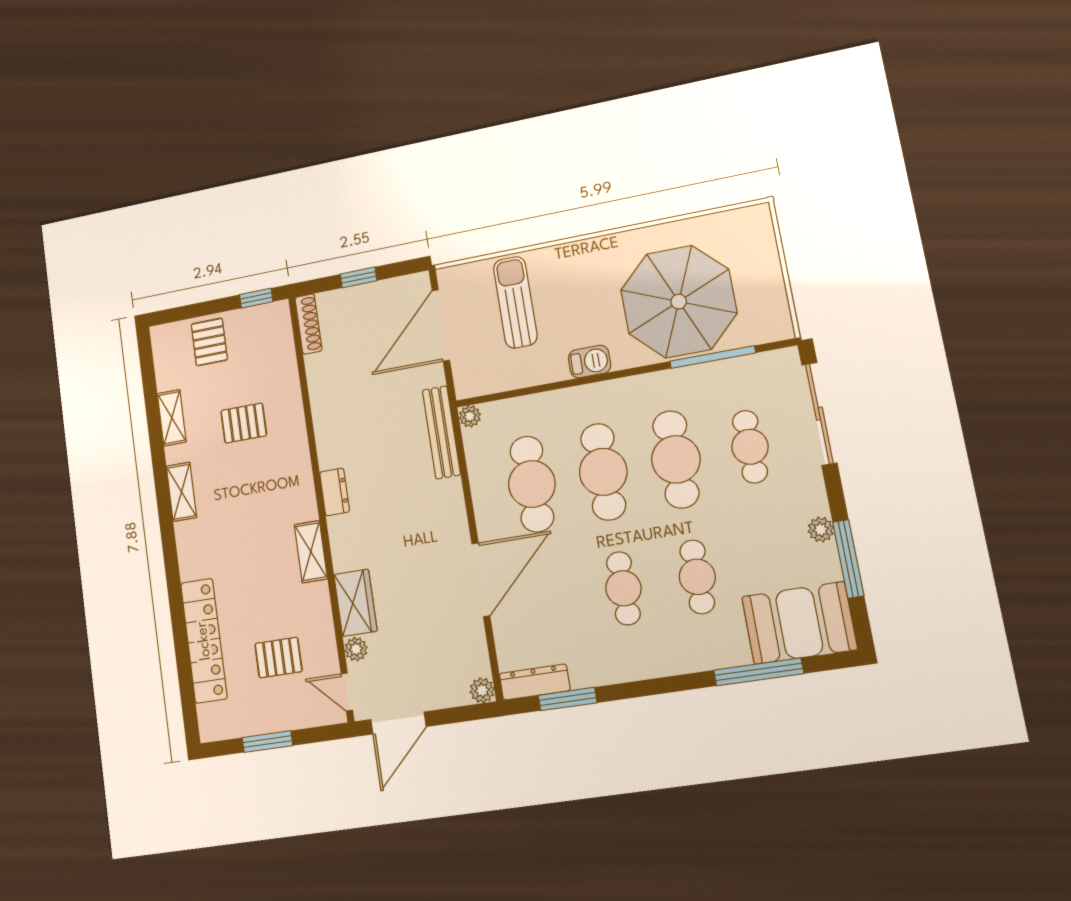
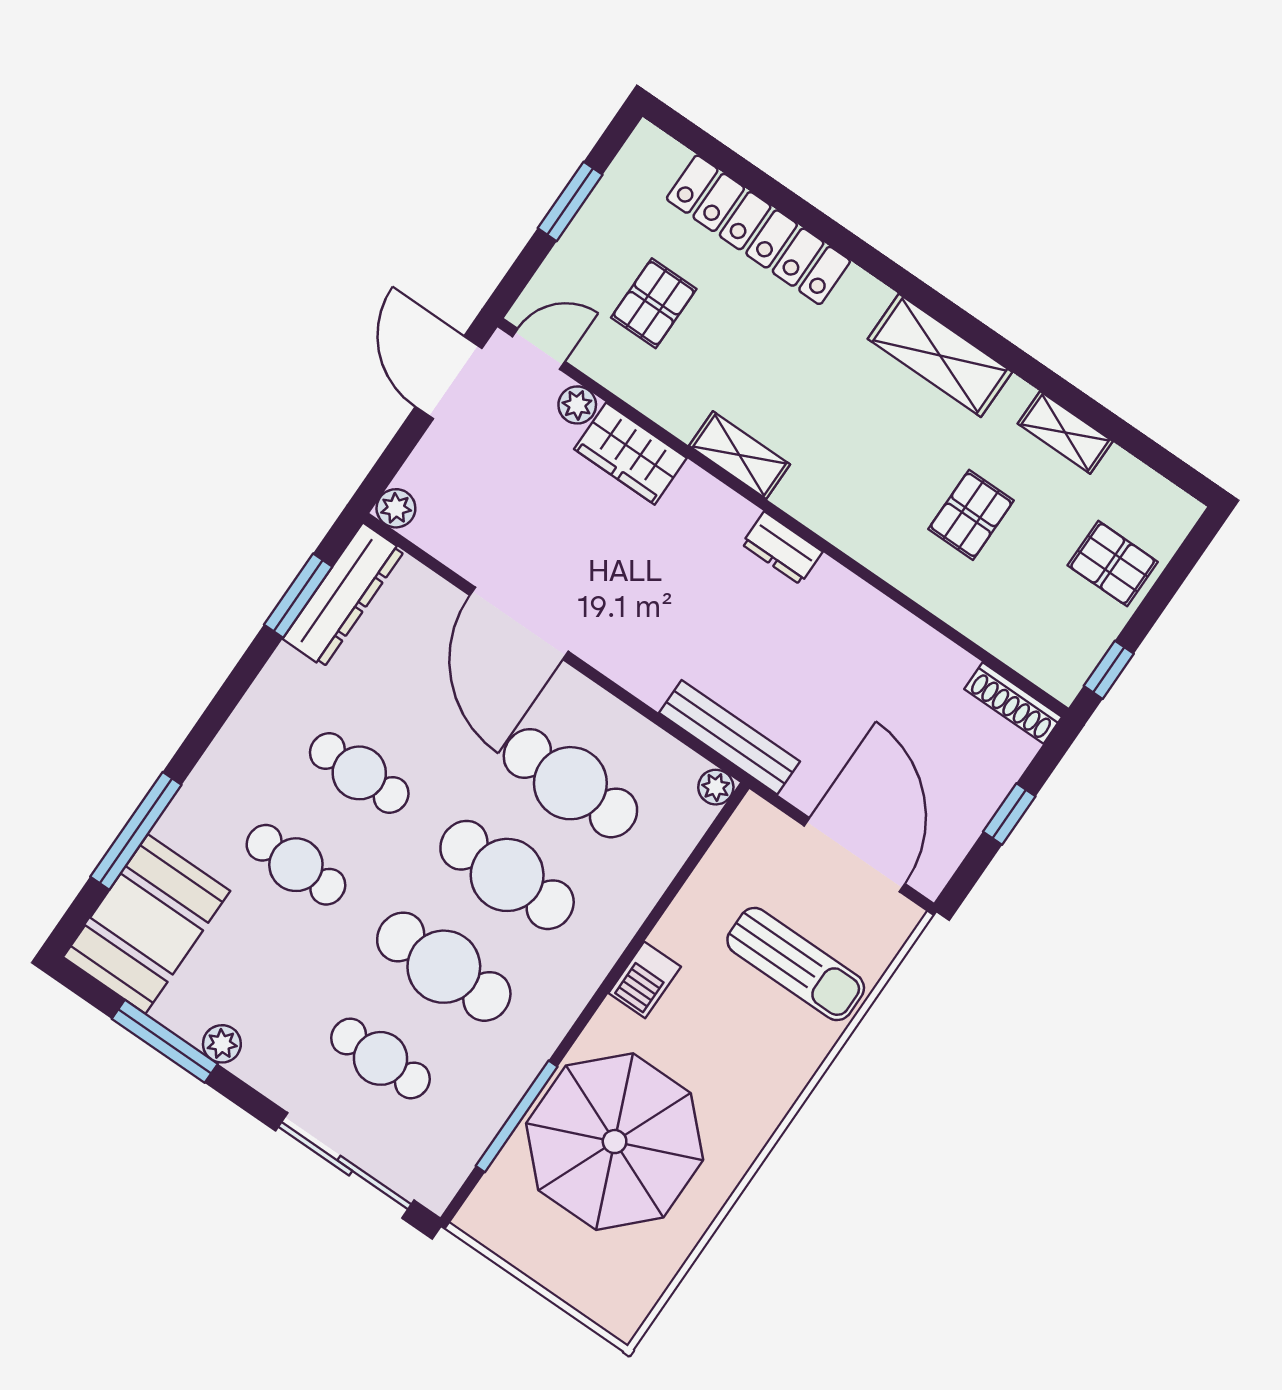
shelving: (181, 492) -> (940, 355), width x1.50, depth x1.33
dresser: (535, 682) -> (343, 595), width x1.37, depth x1.24

